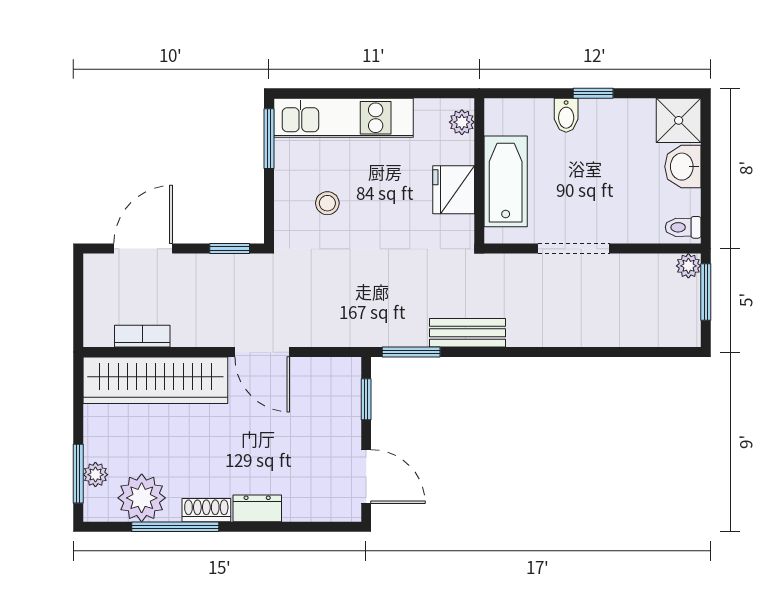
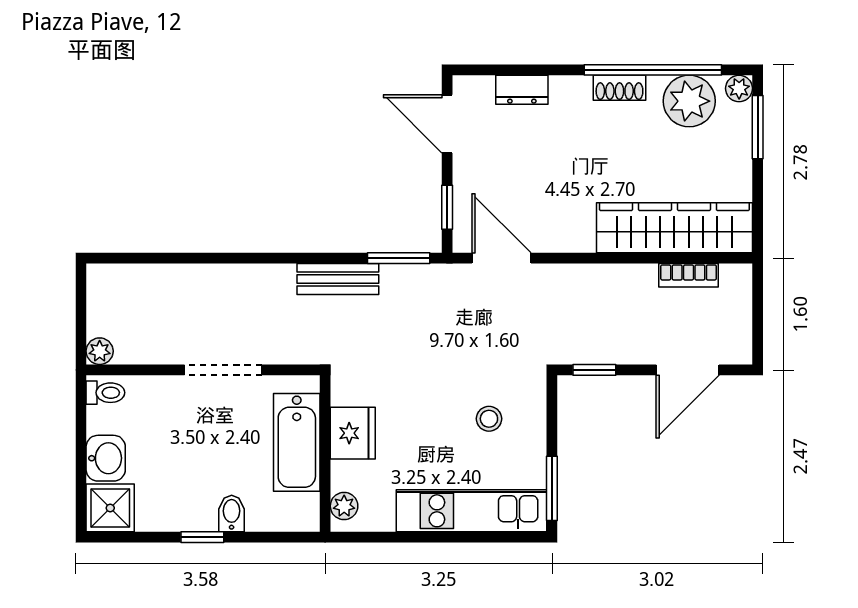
window: (706, 292) -> (81, 323), removed
door: (262, 352) -> (501, 258), moved
plant: (95, 475) -> (739, 88), moved
dresser: (257, 508) -> (522, 90), moved
window: (175, 527) -> (653, 70), width x1.46

